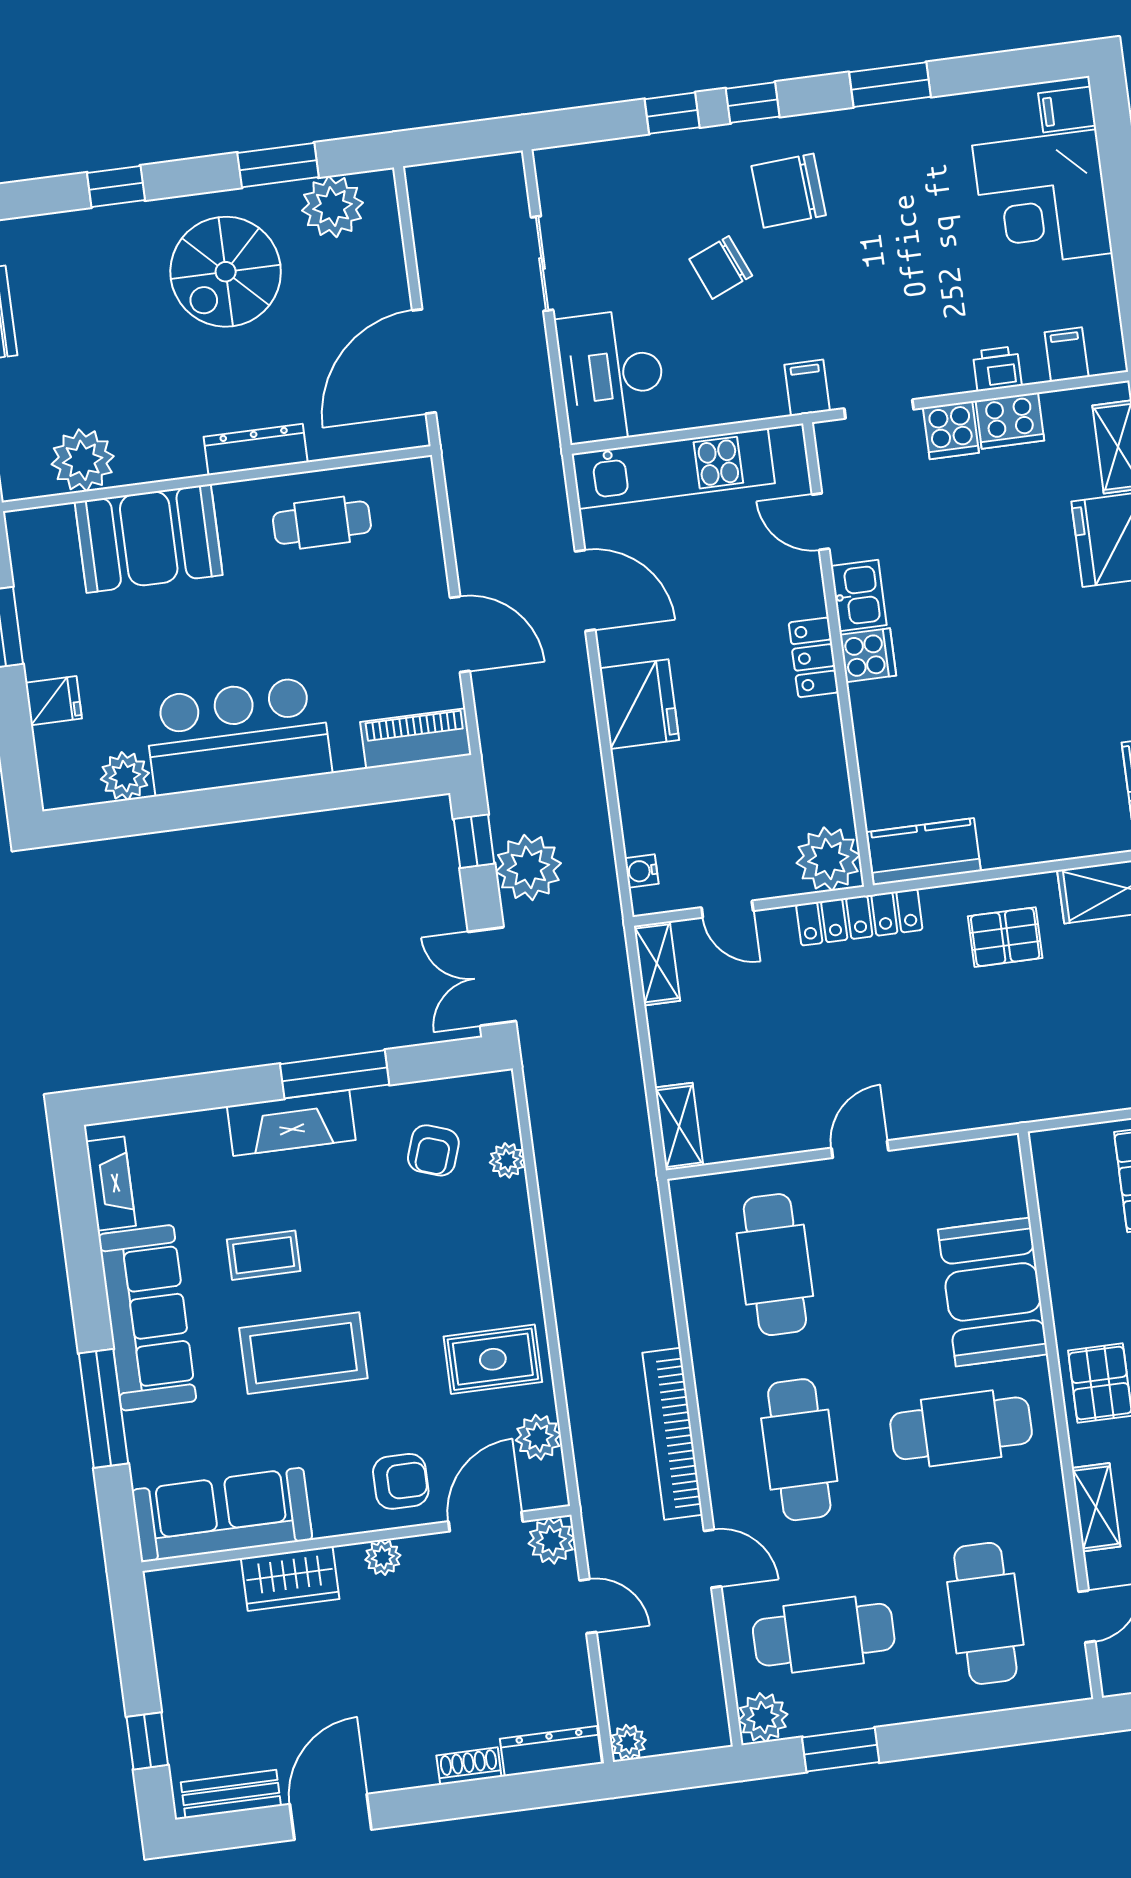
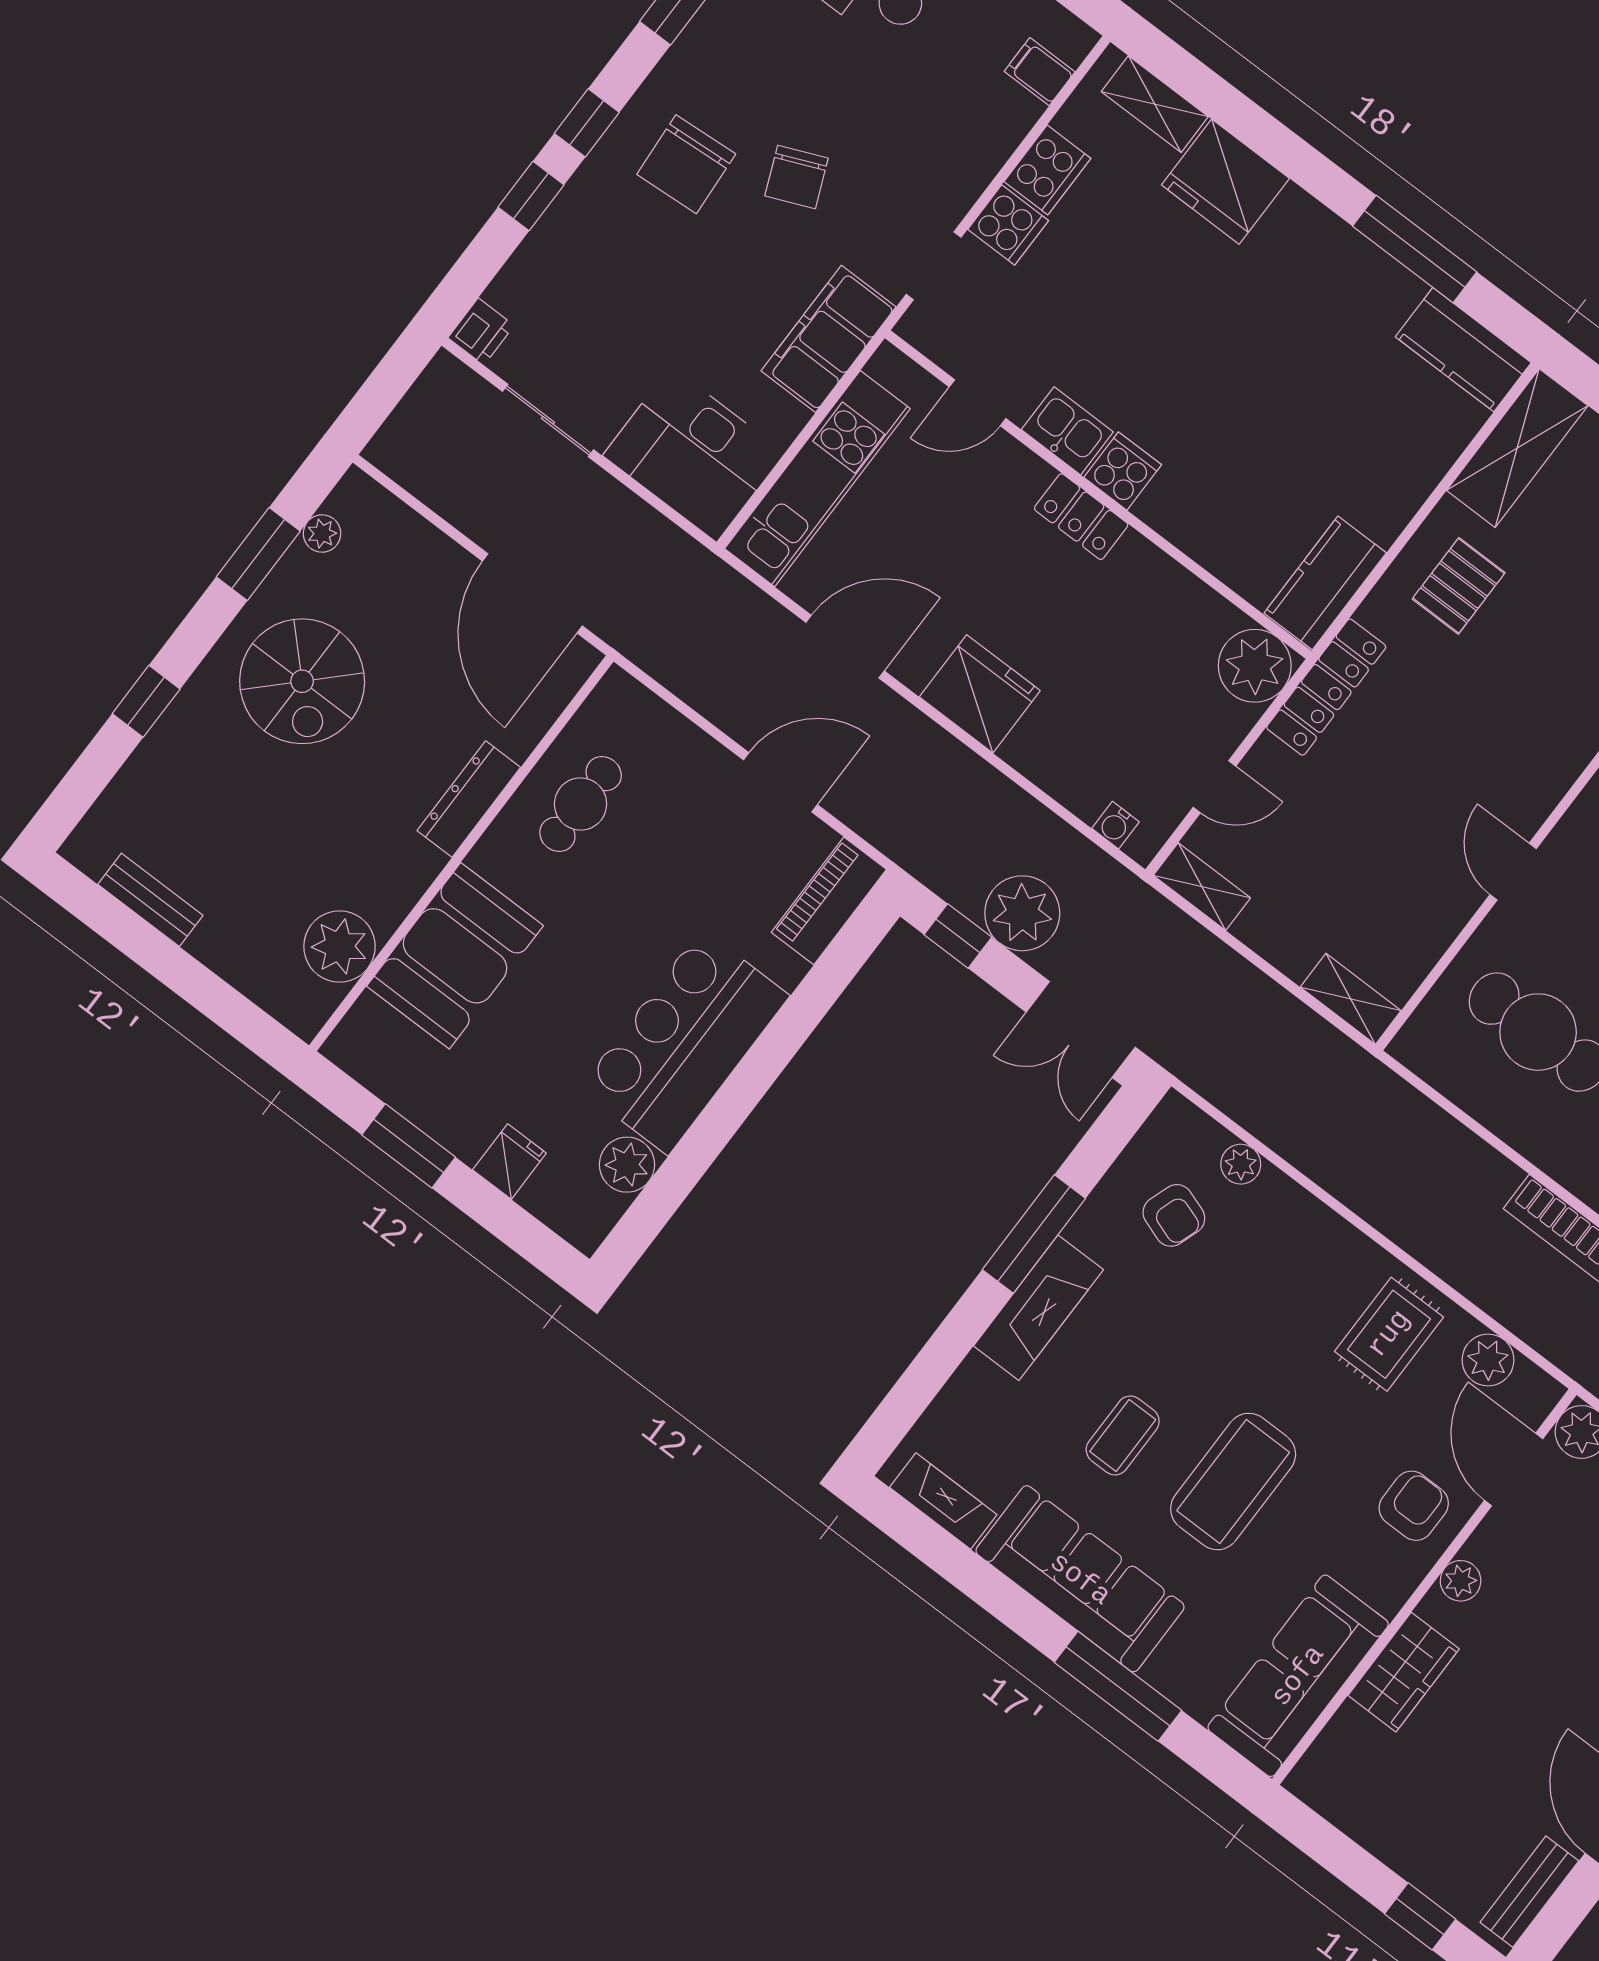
plant: (332, 207) -> (322, 534), width x0.53, depth x0.53
chair: (721, 267) -> (796, 177), moved
printer: (997, 369) -> (481, 332), moved, turned 180
filing cabinet: (807, 388) -> (829, 339), width x3.00, depth x1.17

